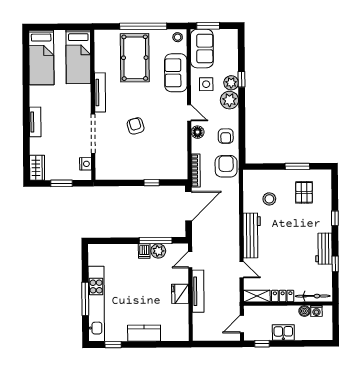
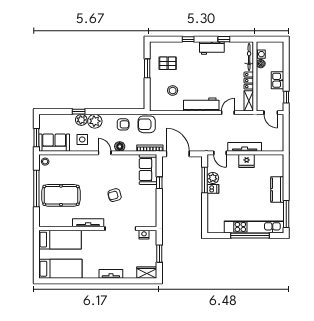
sofa: (176, 73) -> (148, 170), moved, turned 90
door: (189, 113) -> (105, 153), hinge flipped
window: (85, 299) -> (250, 236), width x1.46
window: (113, 345) -> (286, 214), width x2.17

